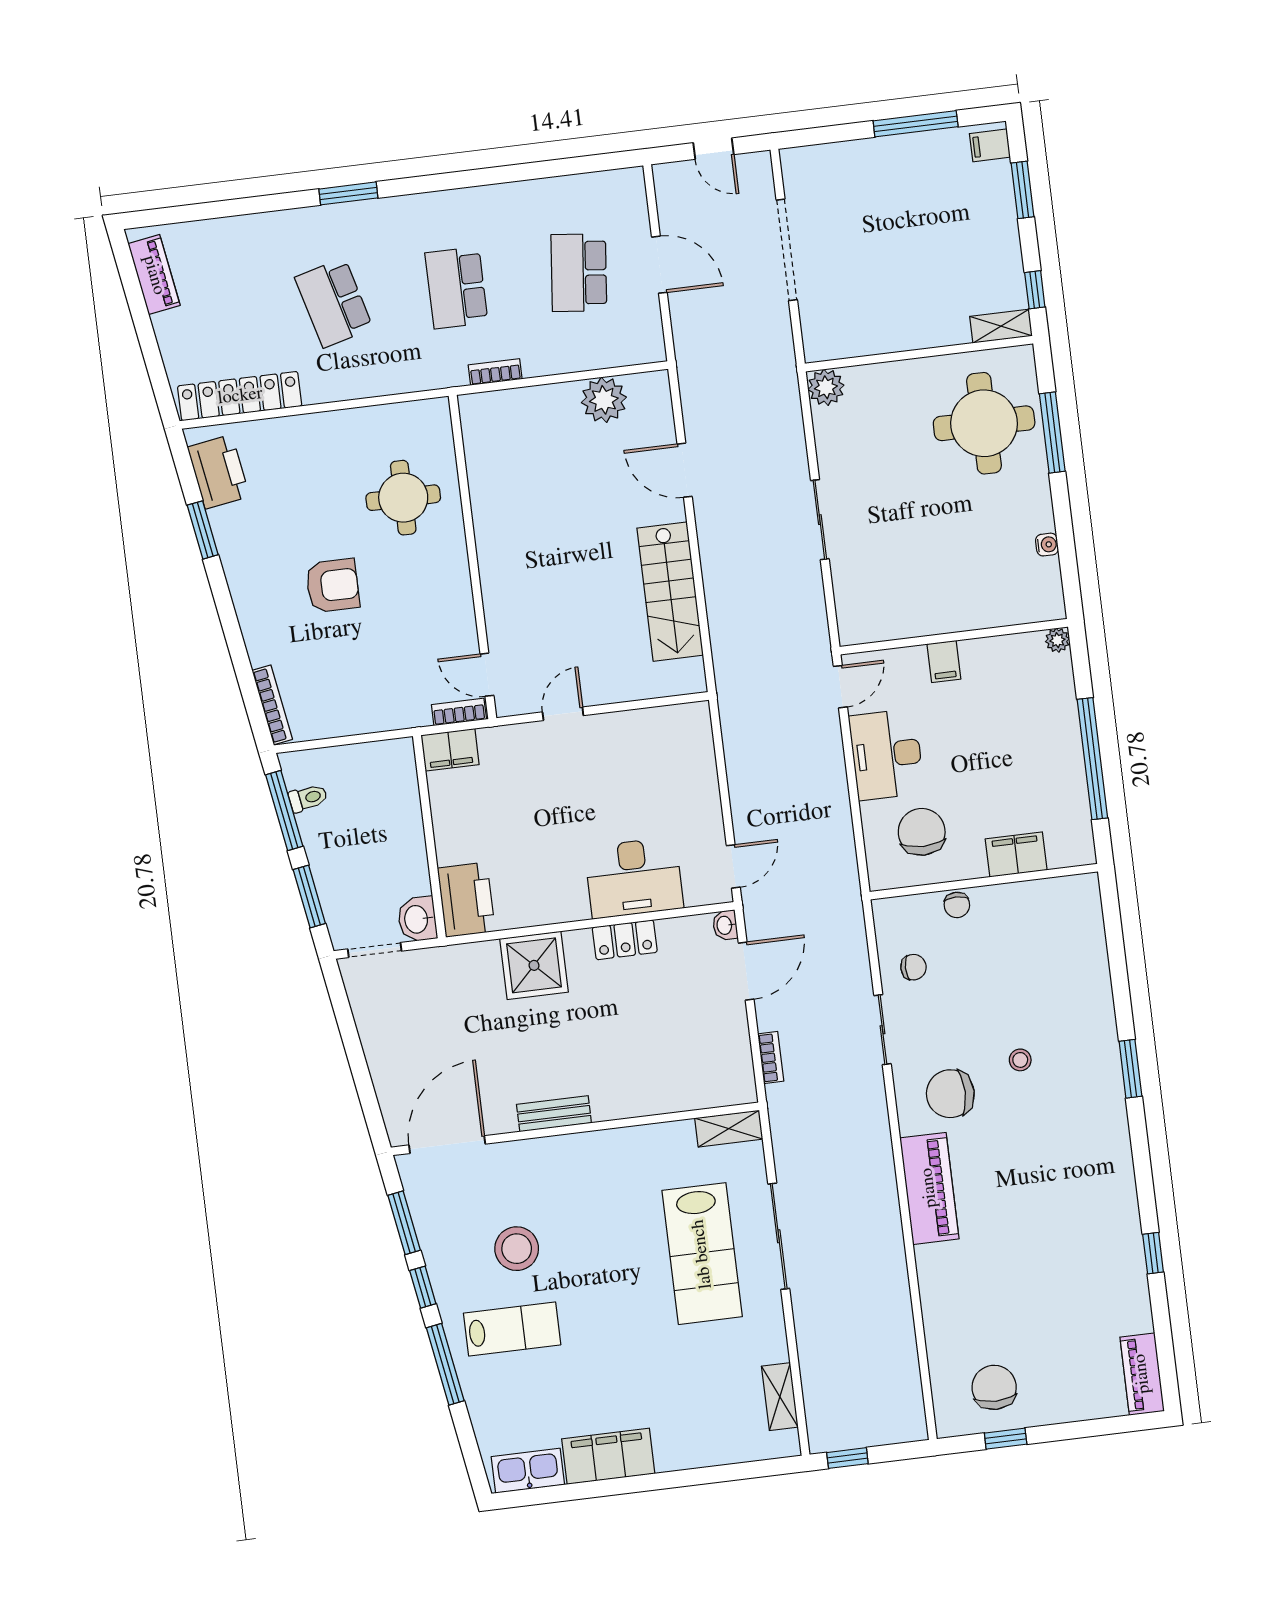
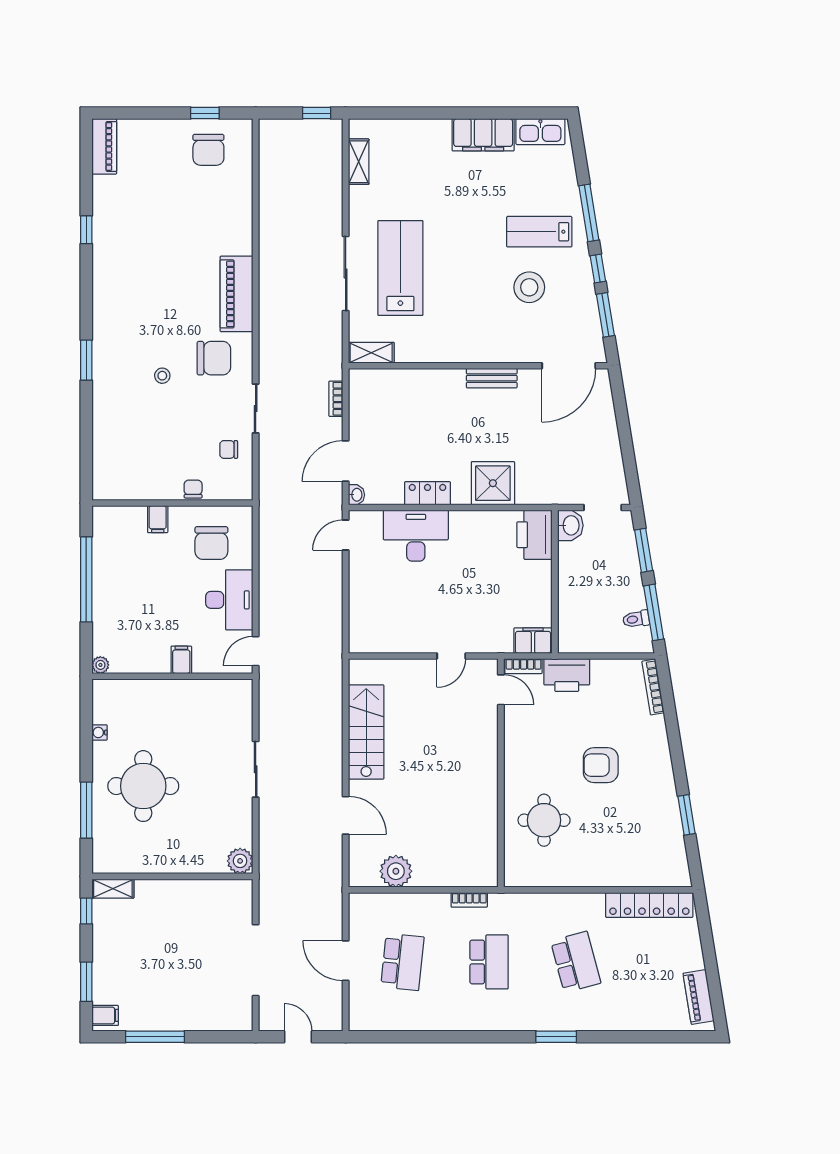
round table: (984, 423) -> (143, 786), moved
printer: (218, 472) -> (567, 675), moved, turned -81
filing cabinet: (1016, 854) -> (158, 519), width x0.50

